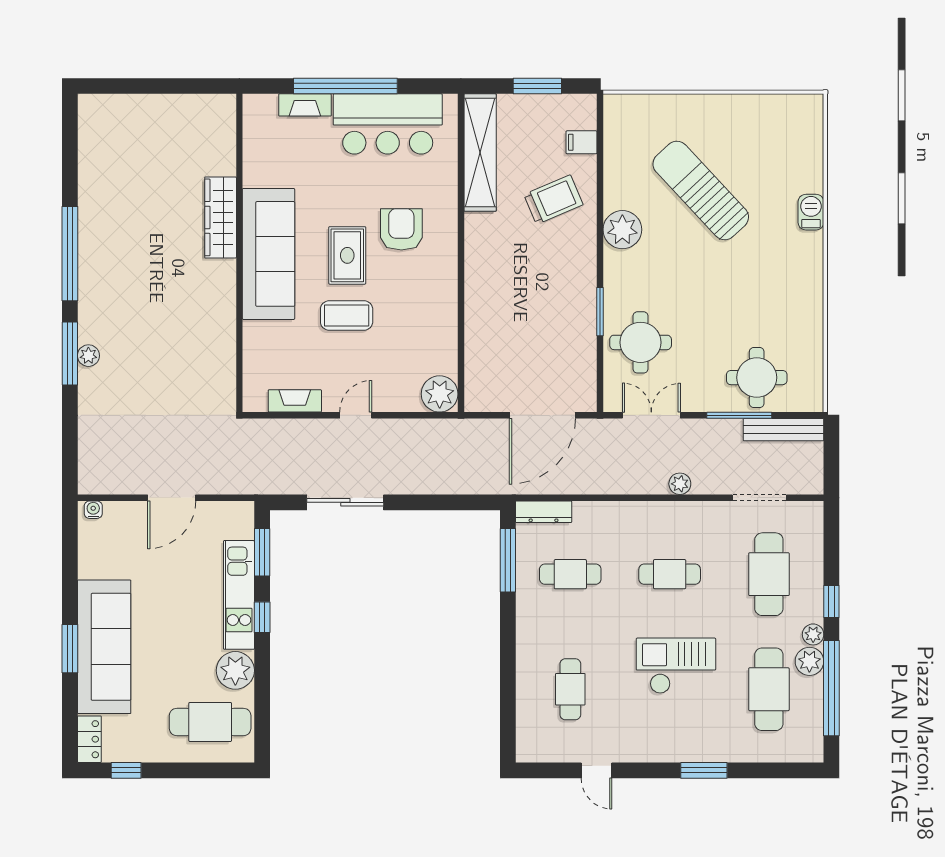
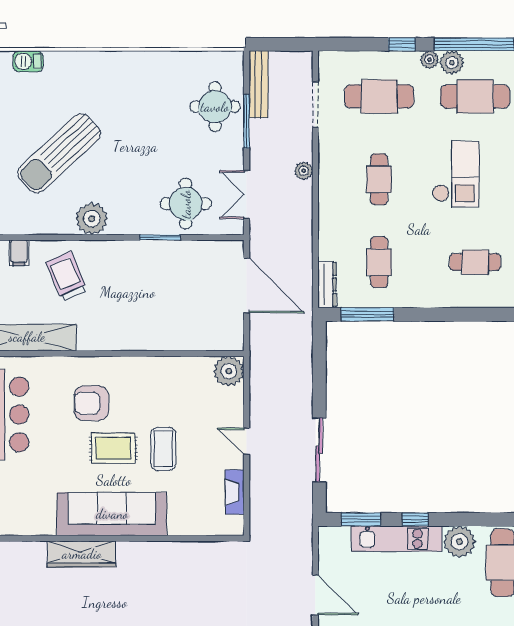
barbecue: (811, 212) -> (28, 61), moved
checkout: (676, 666) -> (456, 174), turned 180

